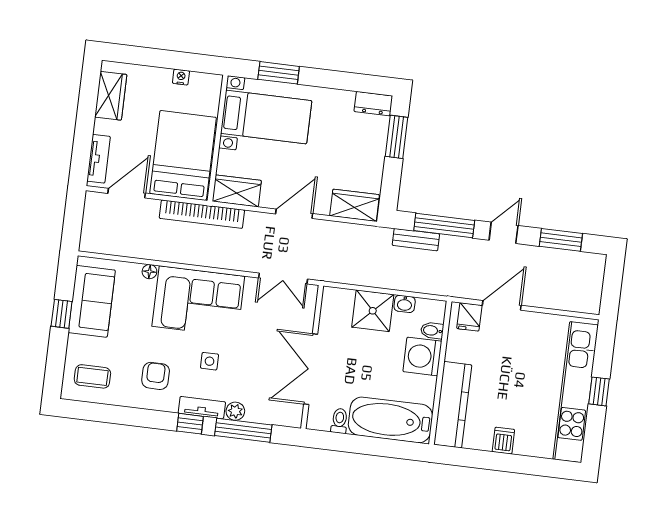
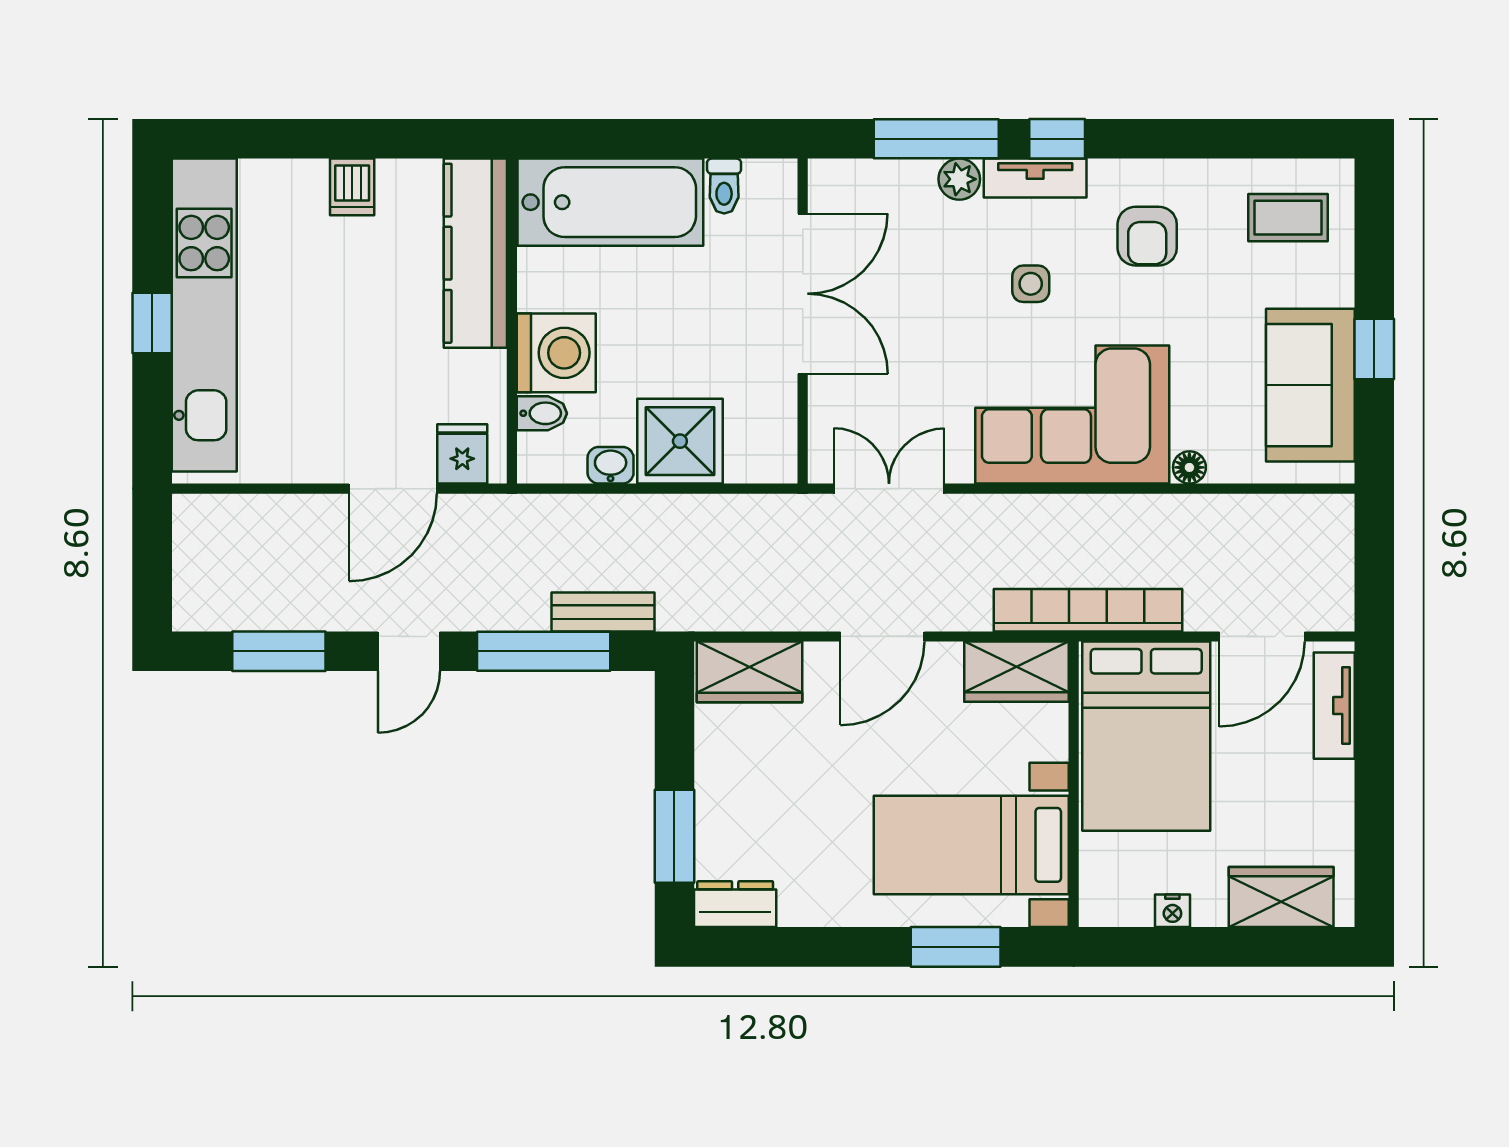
wardrobe: (111, 96) -> (1281, 897), moved, turned 90

